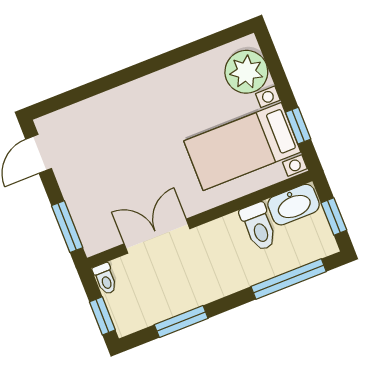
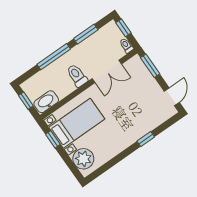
window: (111, 81) -> (146, 139), added
toilet: (259, 227) -> (77, 76), moved
window: (289, 279) -> (54, 57), moved

